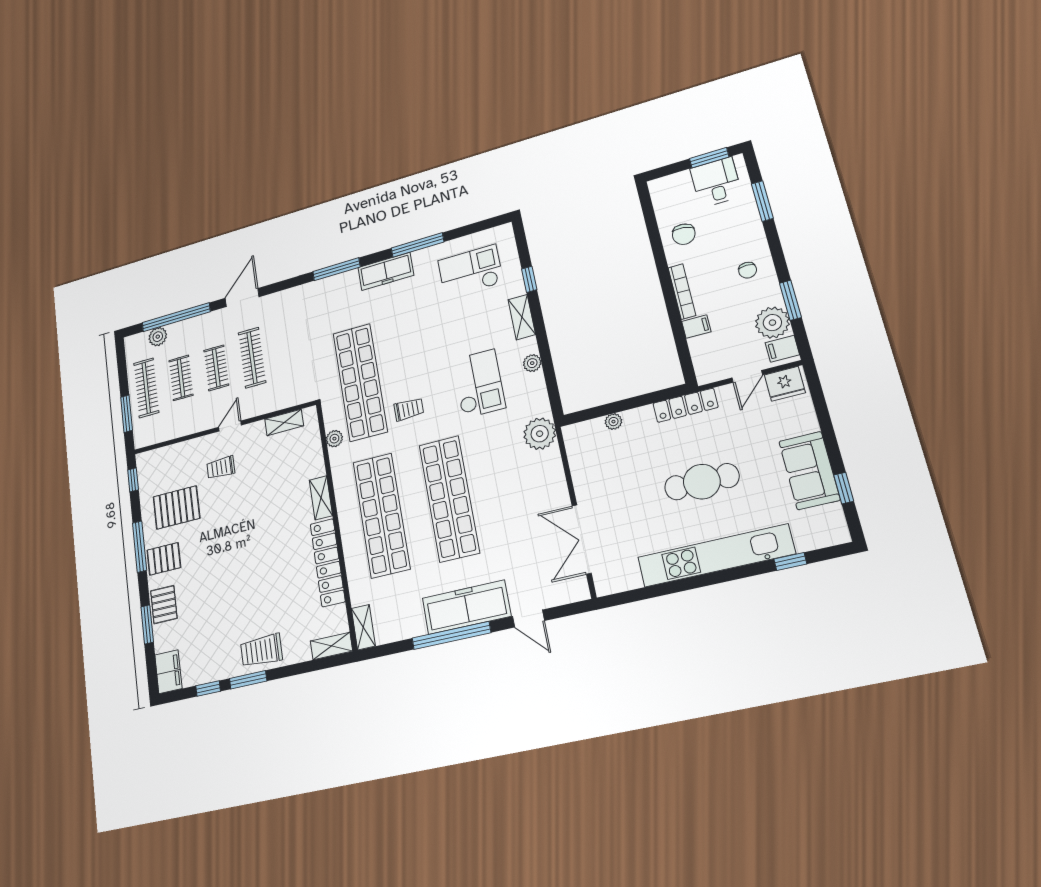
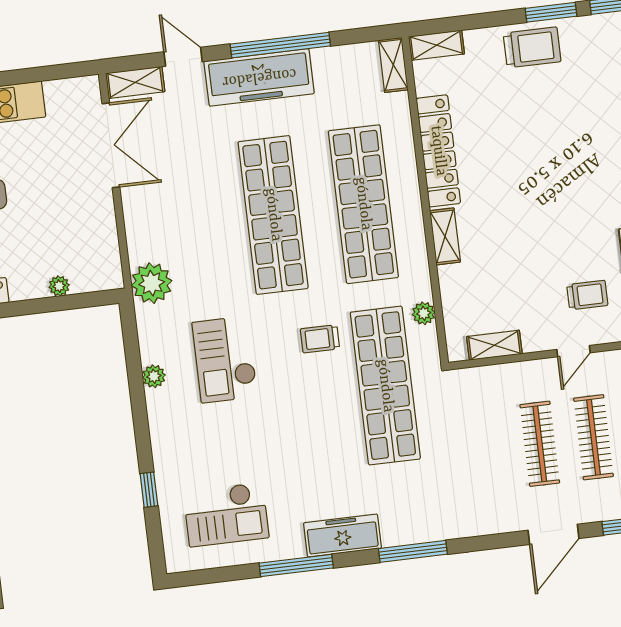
shelving: (522, 317) -> (135, 82), moved, turned 90
clothes rail: (216, 368) -> (594, 437), width x1.36

